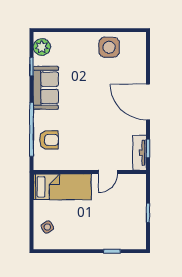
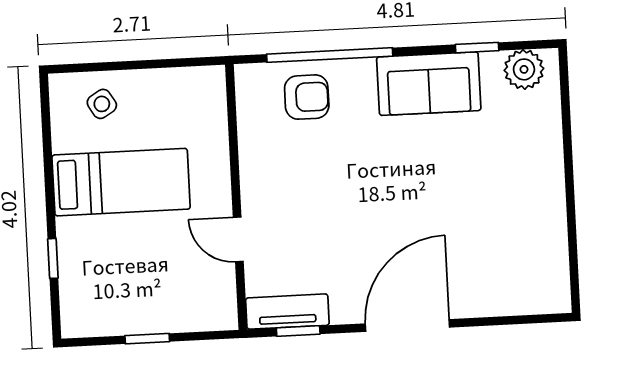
side table: (109, 47) -> (532, 228), removed
armchair: (49, 140) -> (307, 97), turned -90
bed: (62, 187) -> (121, 182), moved, turned -90

